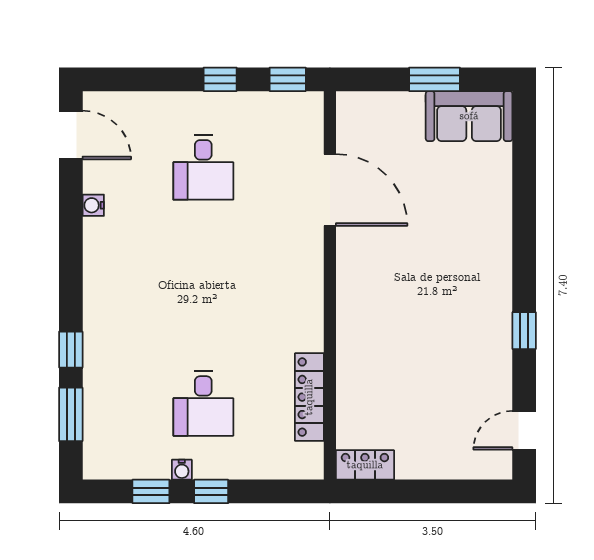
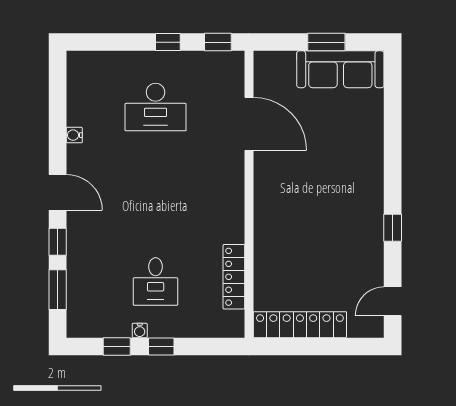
sofa: (469, 116) -> (340, 69), width x1.36
door: (71, 135) -> (58, 192), moved
desk: (203, 167) -> (156, 107), width x1.37
locker: (365, 465) -> (300, 325), width x2.16, depth x1.21

